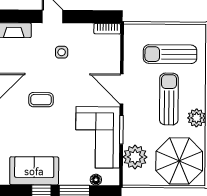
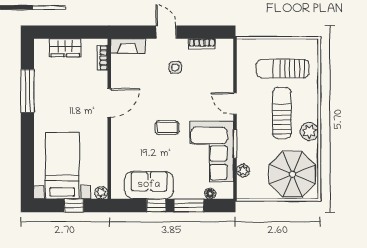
bookcase: (107, 29) -> (202, 44), moved
door: (122, 89) -> (235, 104), width x0.73
coffee table: (41, 100) -> (167, 128), moved
plant: (135, 157) -> (243, 171), width x0.53, depth x0.53

